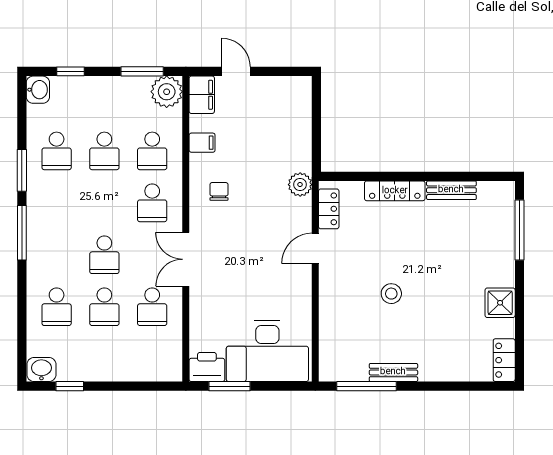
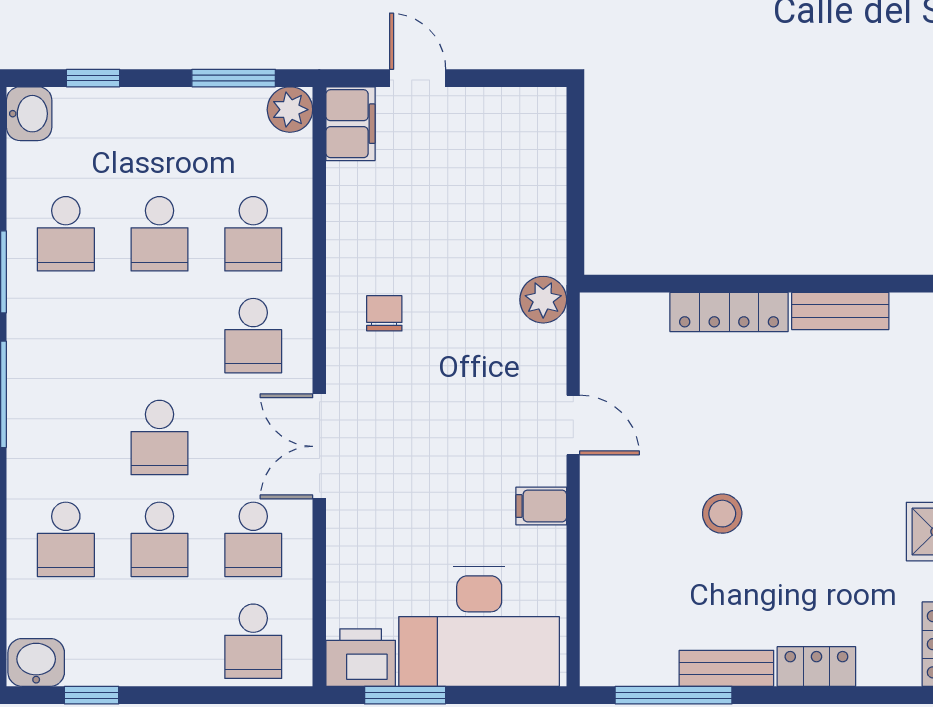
plant: (167, 92) -> (290, 110), width x0.73, depth x0.73
filing cabinet: (202, 143) -> (541, 506), moved, turned 180
locker: (329, 209) -> (816, 667), moved, turned -90
door: (315, 248) -> (573, 425), swing flipped
school desk: (152, 359) -> (253, 641), added

